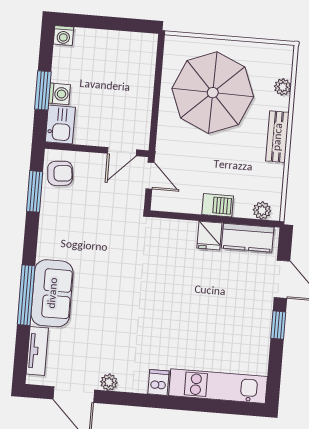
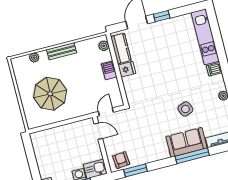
parasol: (213, 93) -> (50, 94), width x0.73, depth x0.73
side table: (109, 311) -> (185, 109), added

